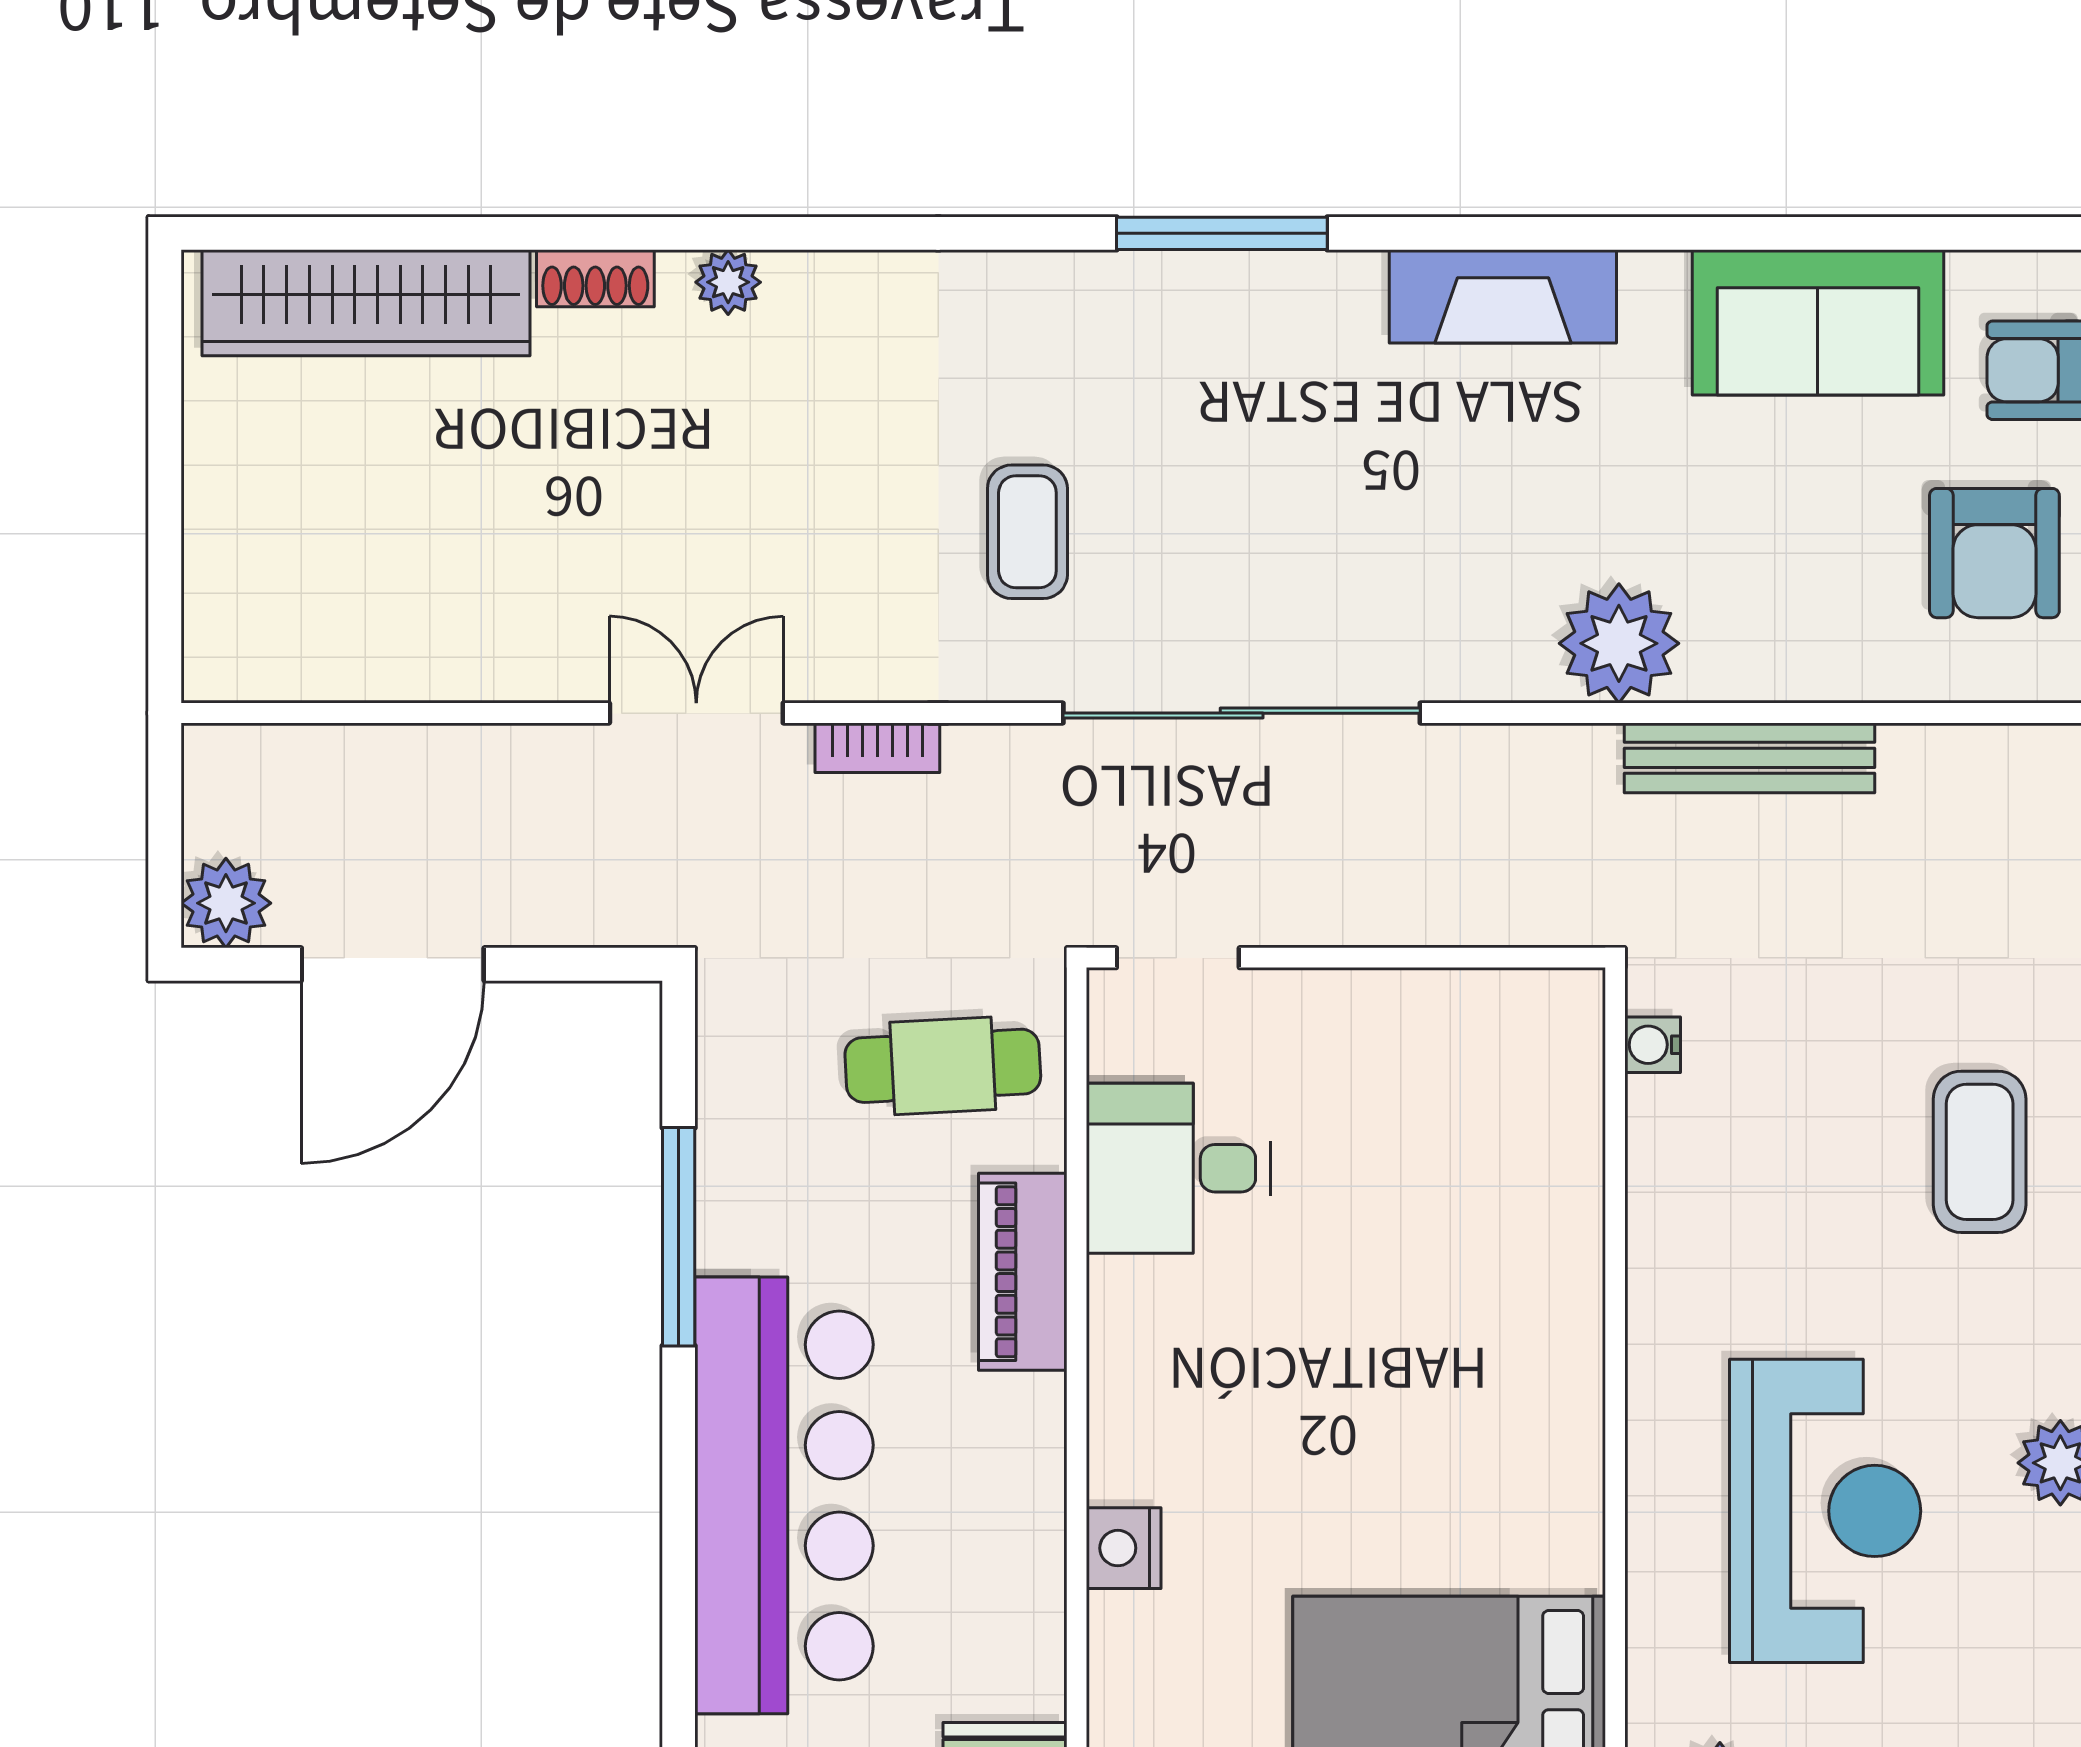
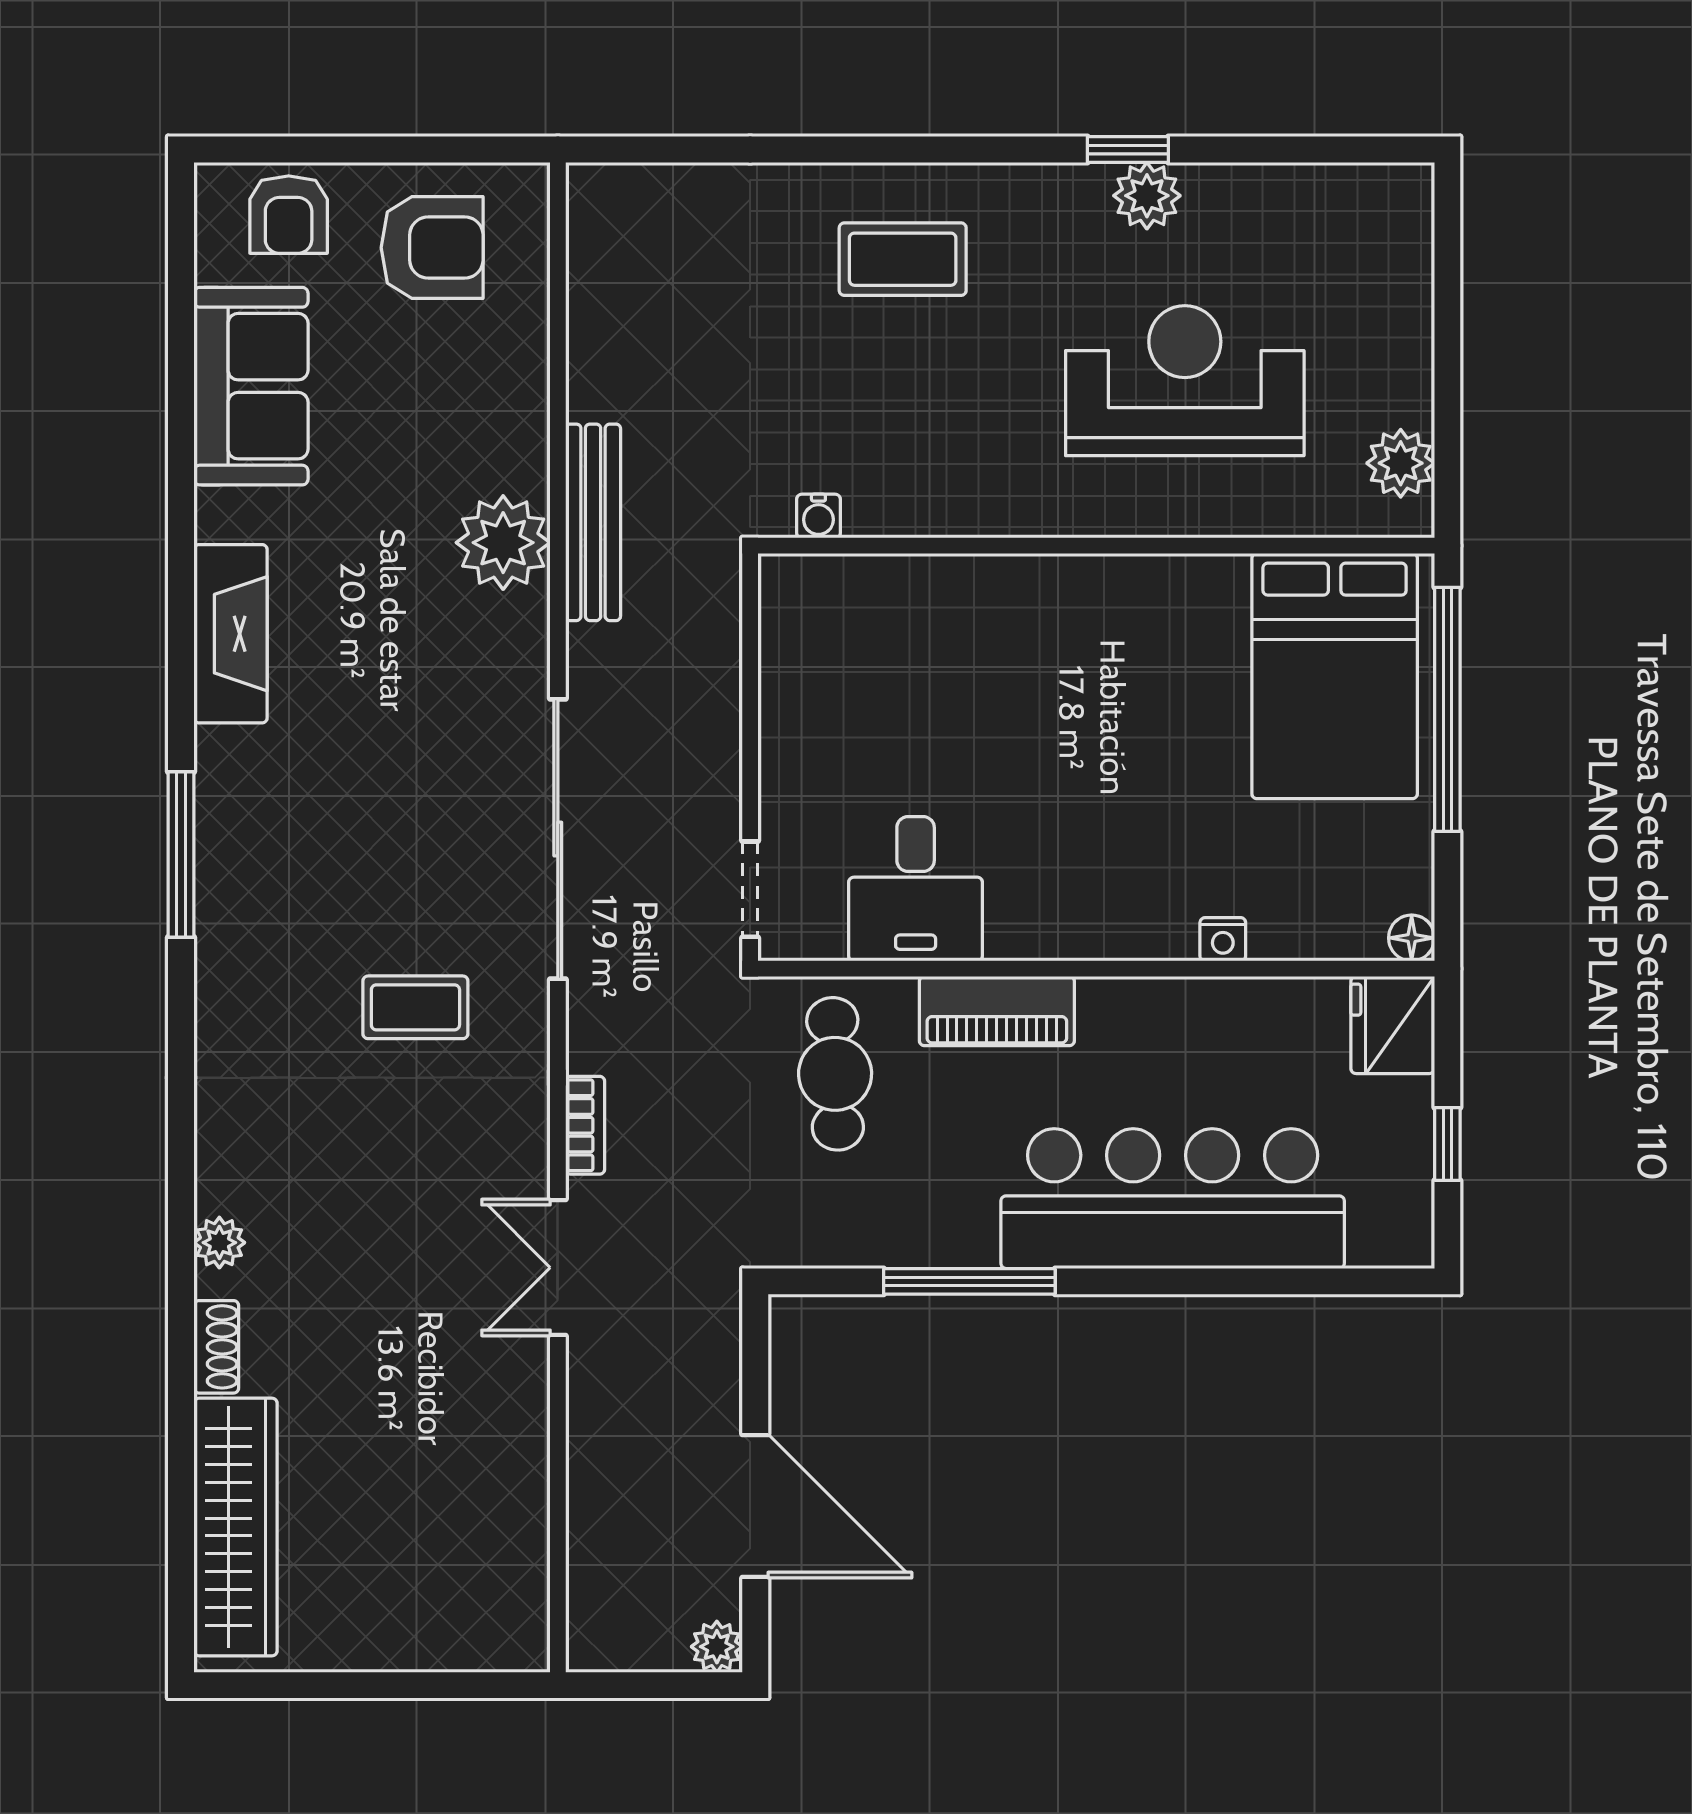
bench: (1749, 758) -> (593, 522), moved
plant: (226, 903) -> (717, 1647), width x0.73, depth x0.73
nightstand: (1124, 1548) -> (1223, 939), width x0.72, depth x0.74

